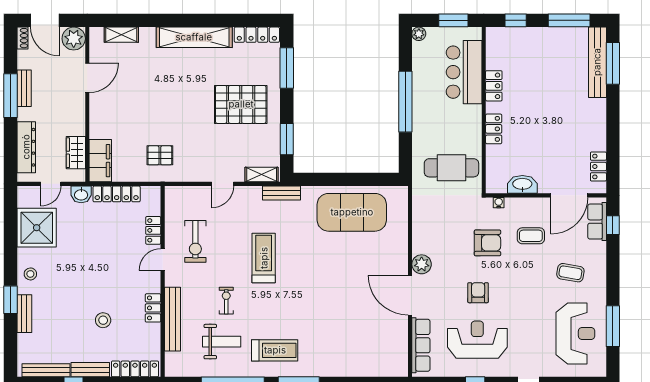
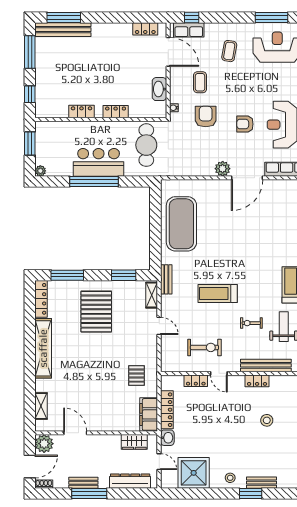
bar counter: (464, 72) -> (99, 162), moved, turned 180
filing cabinet: (100, 161) -> (149, 414), moved, turned -90

